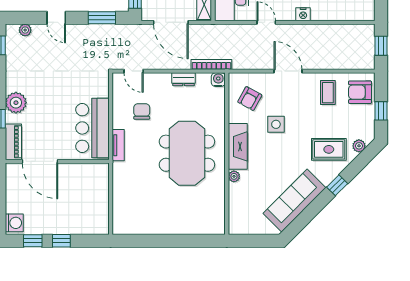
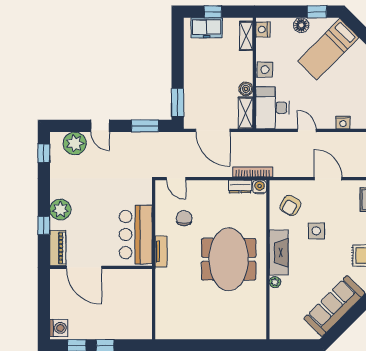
plant: (25, 30) -> (75, 143), width x1.88, depth x1.88
dresser: (184, 79) -> (240, 187), moved

